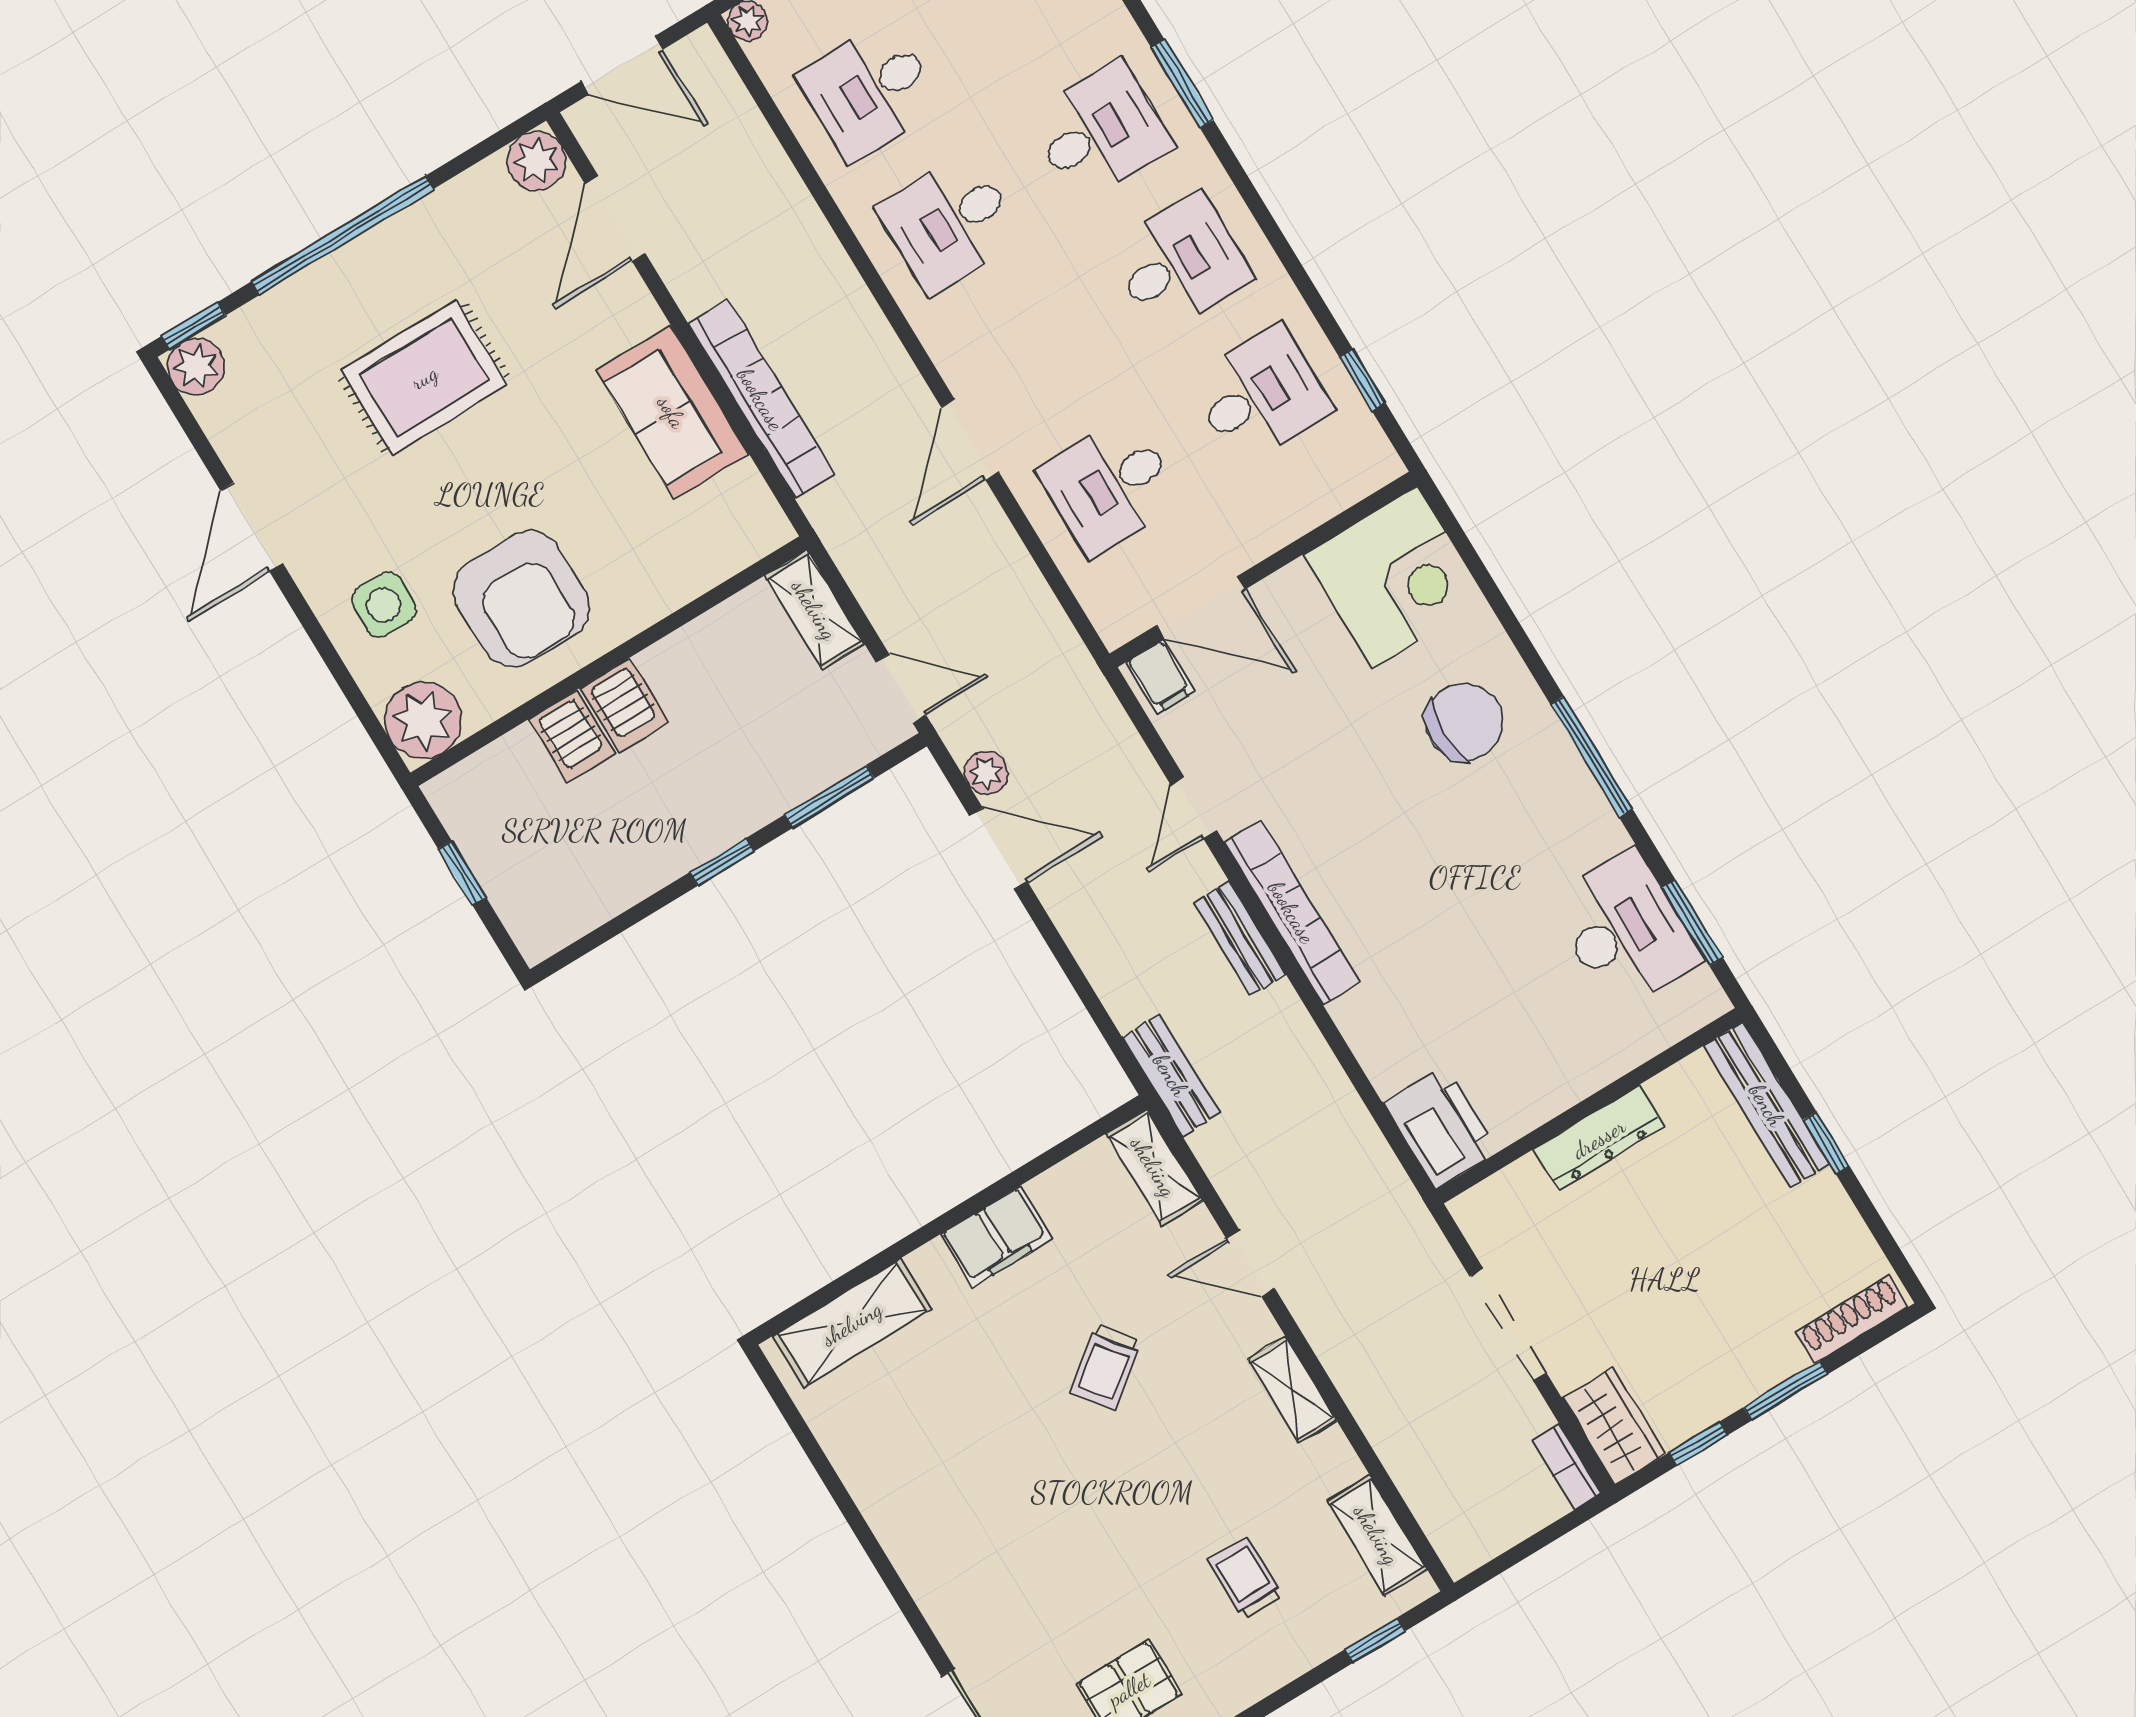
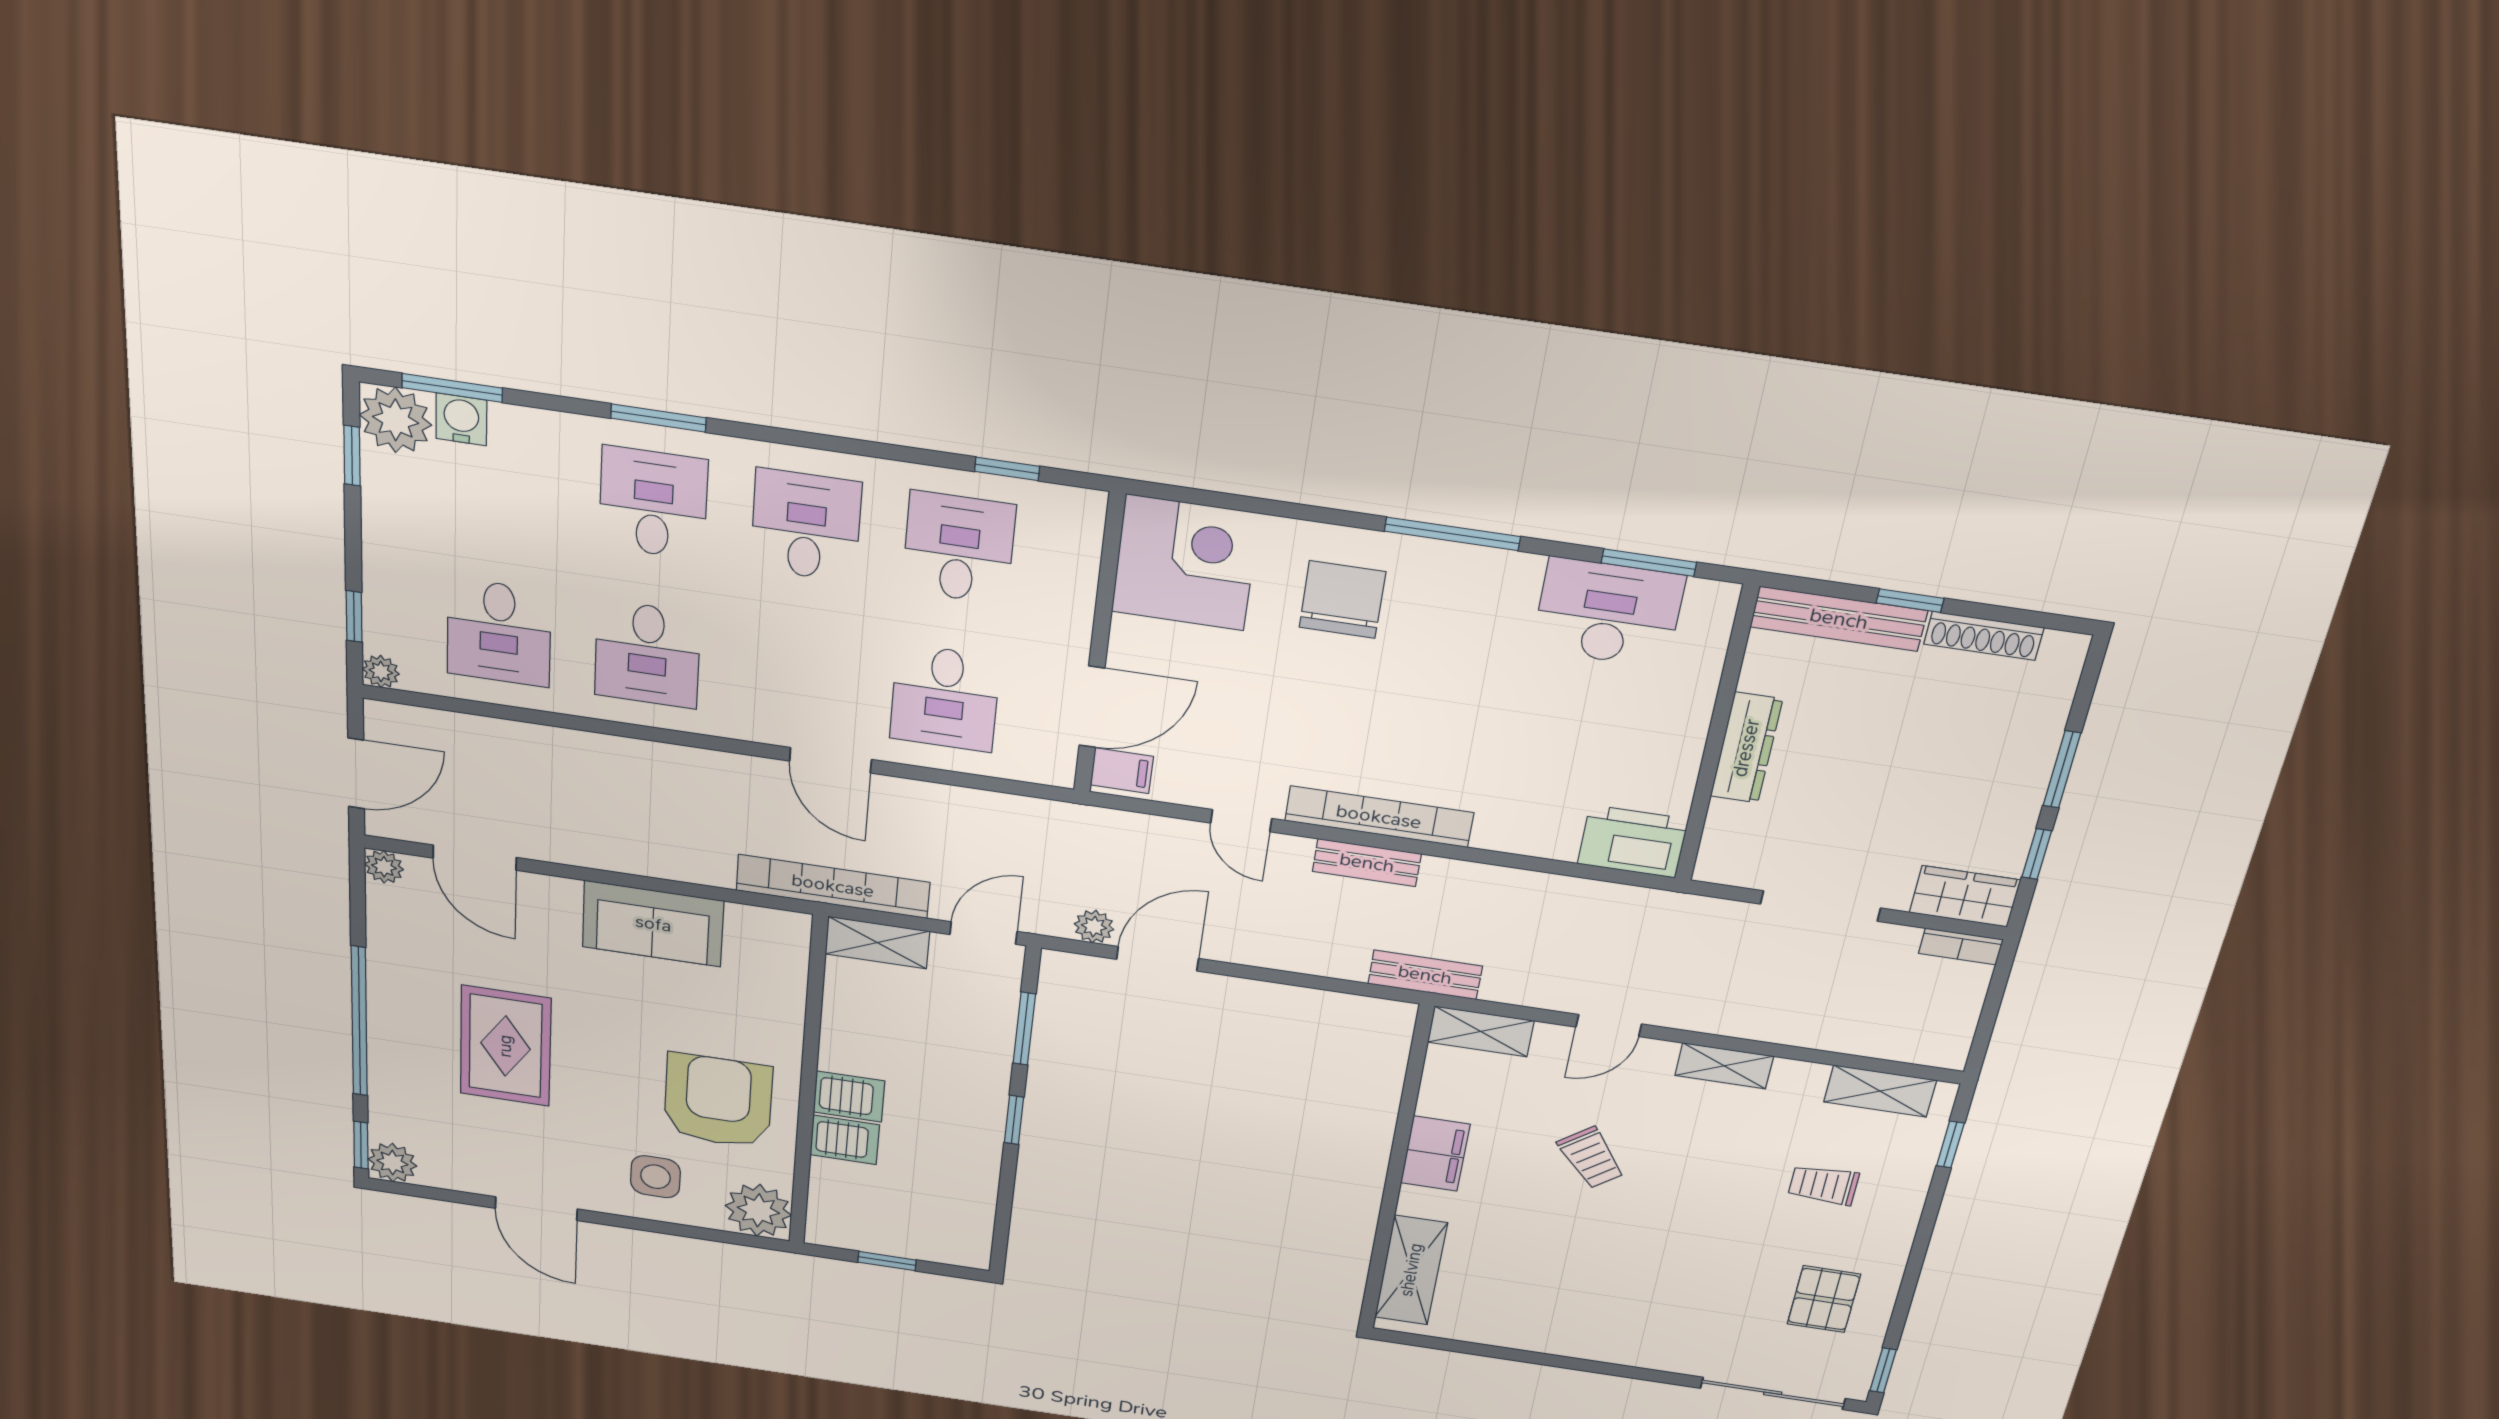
plant: (537, 161) -> (384, 867), width x0.73, depth x0.73
bookcase: (761, 399) -> (833, 886), moved
armchair: (521, 599) -> (718, 1101), turned -90
shoe rack: (1852, 1319) -> (1984, 636), moved, turned -90

